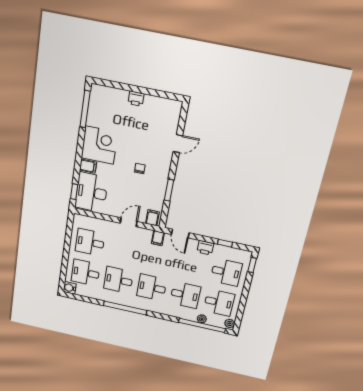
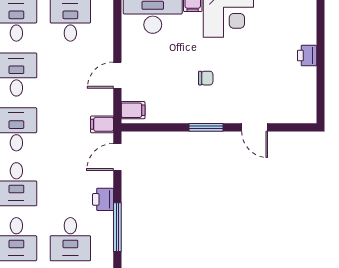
window: (169, 190) -> (206, 127), moved
door: (129, 222) -> (117, 75), swing flipped
window: (225, 243) -> (117, 227), width x2.17

